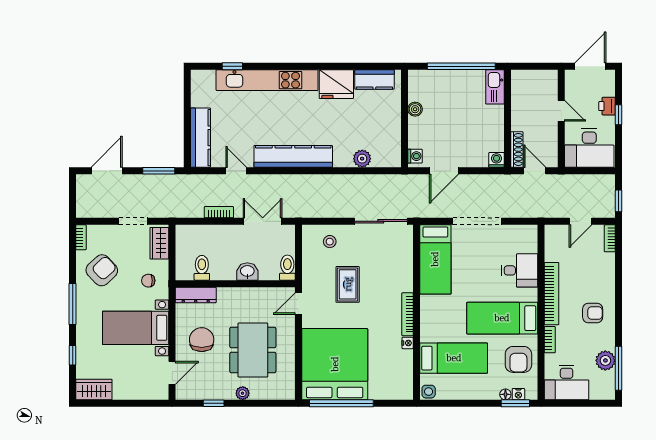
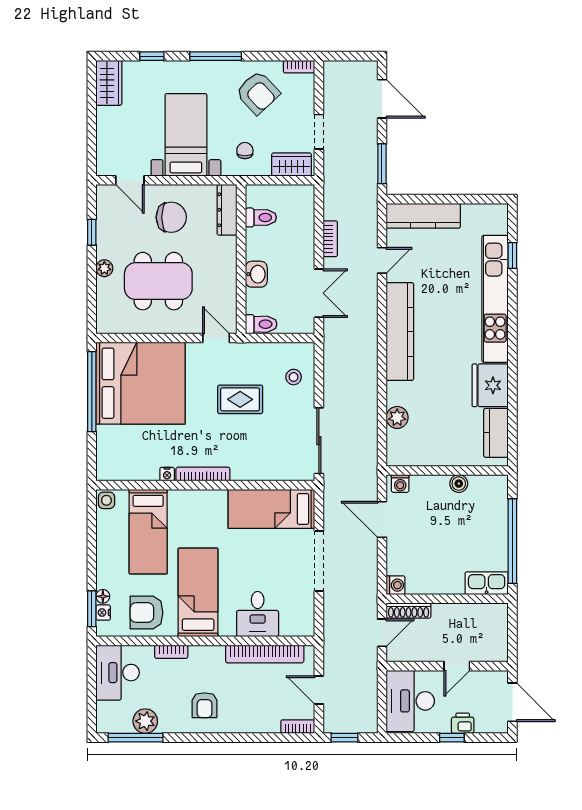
bookcase: (552, 294) -> (265, 654), moved

